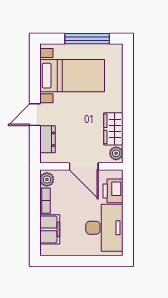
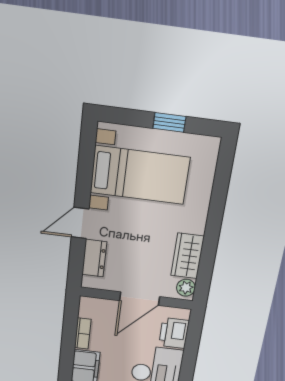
window: (87, 39) -> (169, 122), width x0.46
door: (84, 166) -> (140, 299), hinge flipped
plant: (47, 179) -> (88, 309), removed

